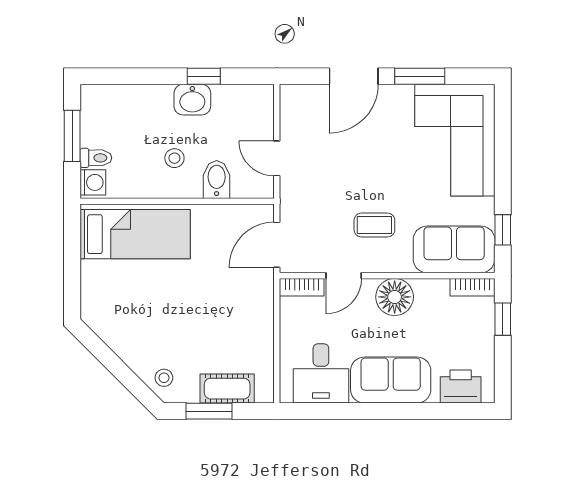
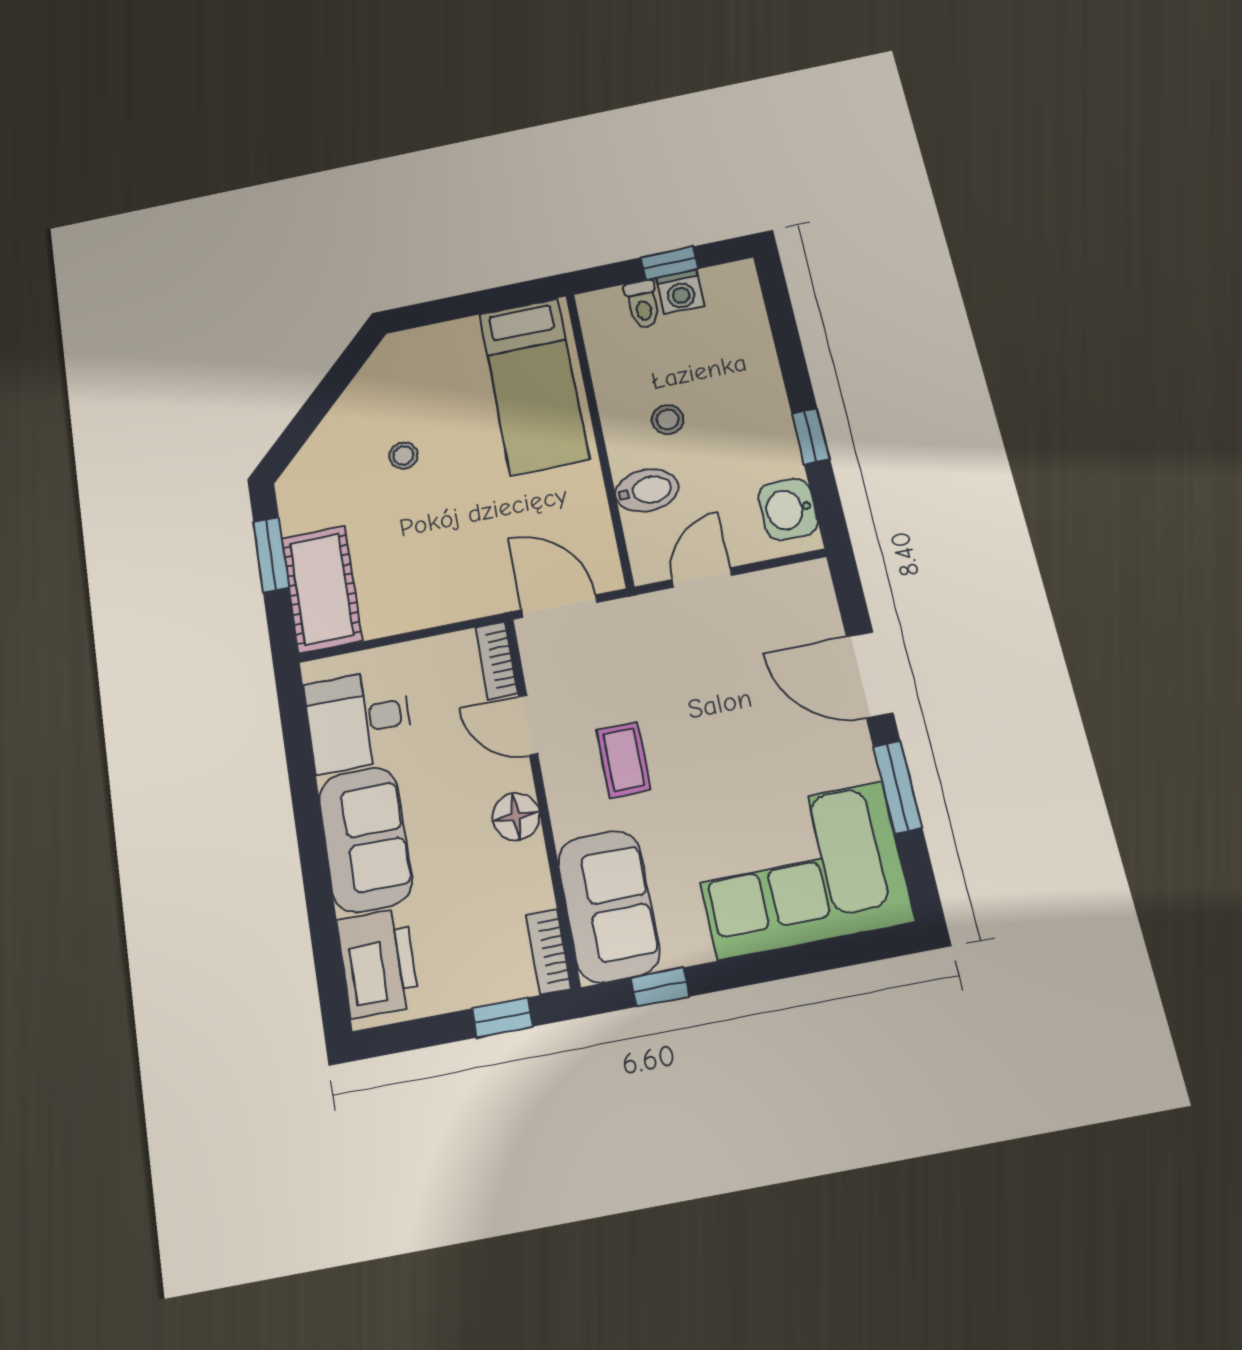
washbasin: (192, 100) -> (788, 509), moved
window: (72, 136) -> (670, 263), width x0.67
washing machine: (93, 182) -> (680, 292), moved
floor lamp: (395, 297) -> (516, 817), width x0.73, depth x0.73
stool: (164, 378) -> (404, 455), moved
printer: (461, 387) -> (378, 963), width x1.37, depth x1.19
cot: (227, 389) -> (322, 589), width x1.37, depth x1.34

